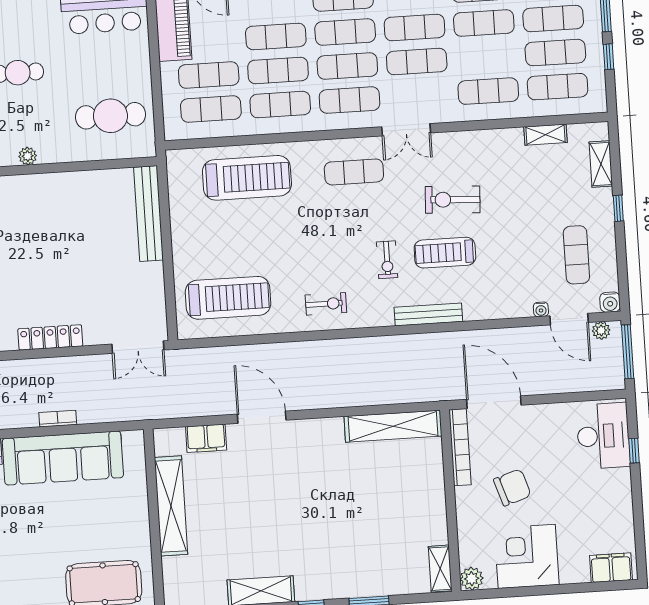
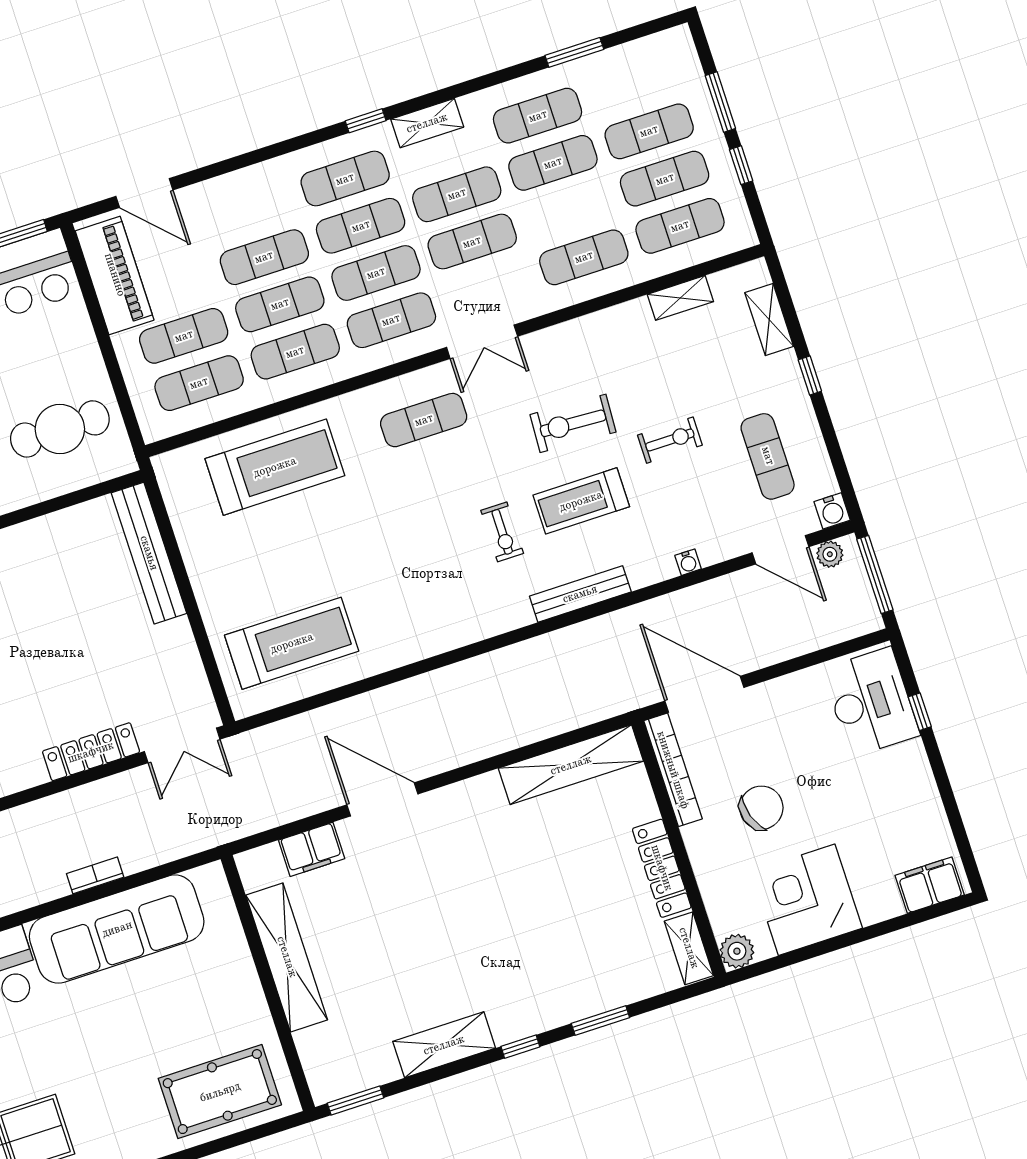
exercise bike: (326, 304) -> (670, 440), moved
water cooler: (541, 309) -> (688, 562), moved
locker: (50, 337) -> (91, 752), moved
locker: (436, 511) -> (662, 868), added

